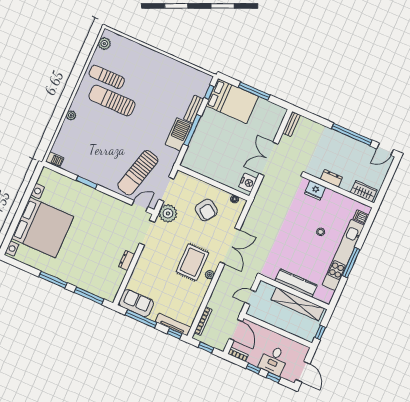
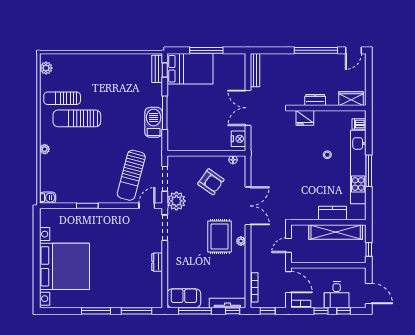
bench: (194, 109) -> (157, 69), moved
bench: (291, 124) -> (255, 70), width x1.36
kitchen counter: (296, 283) -> (332, 213), width x0.67

